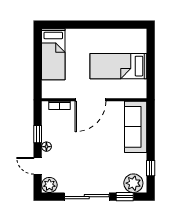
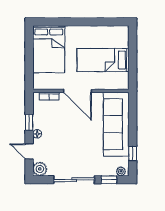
bed: (53, 54) -> (49, 49), width x1.50
door: (90, 100) -> (78, 91), hinge flipped
sofa: (136, 127) -> (116, 124), width x1.36, depth x1.27
plant: (133, 183) -> (121, 171), width x0.53, depth x0.53

